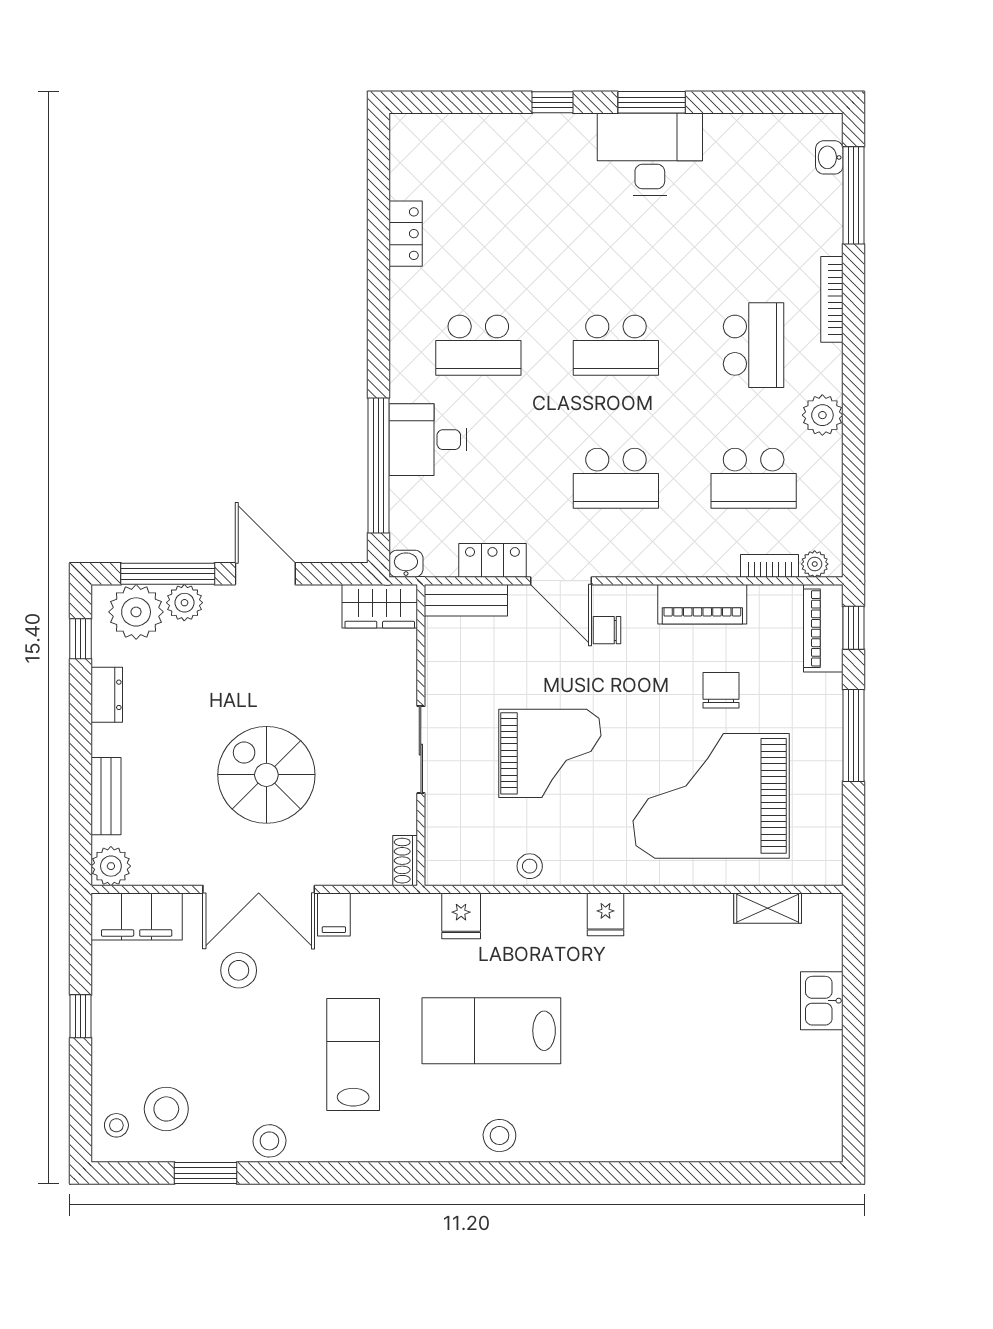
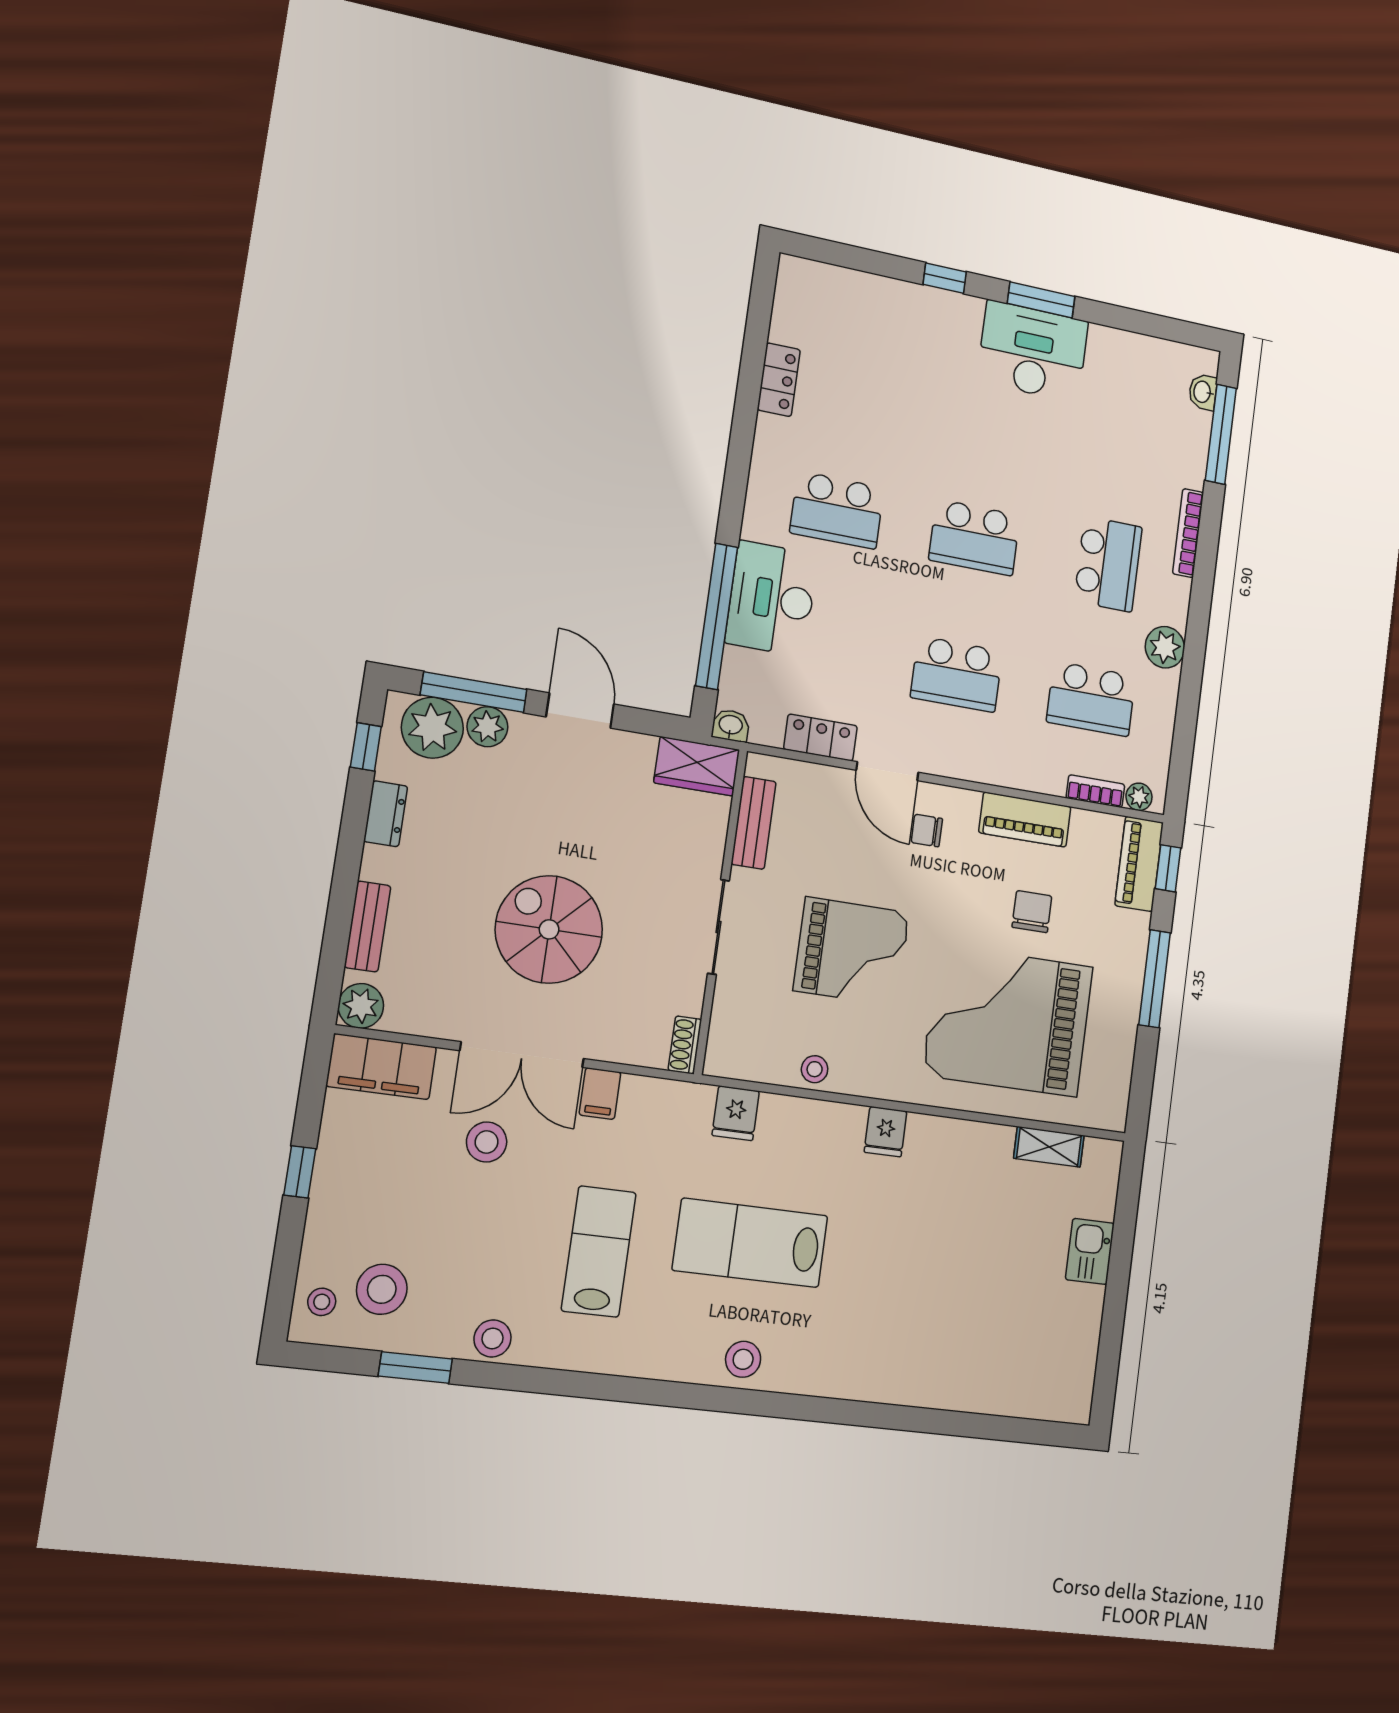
desk: (428, 440) -> (772, 599), width x1.37
bench: (466, 600) -> (754, 823), moved, turned 90

